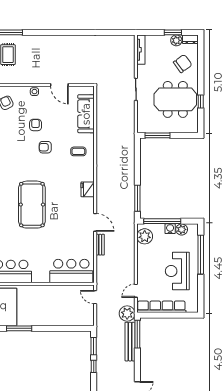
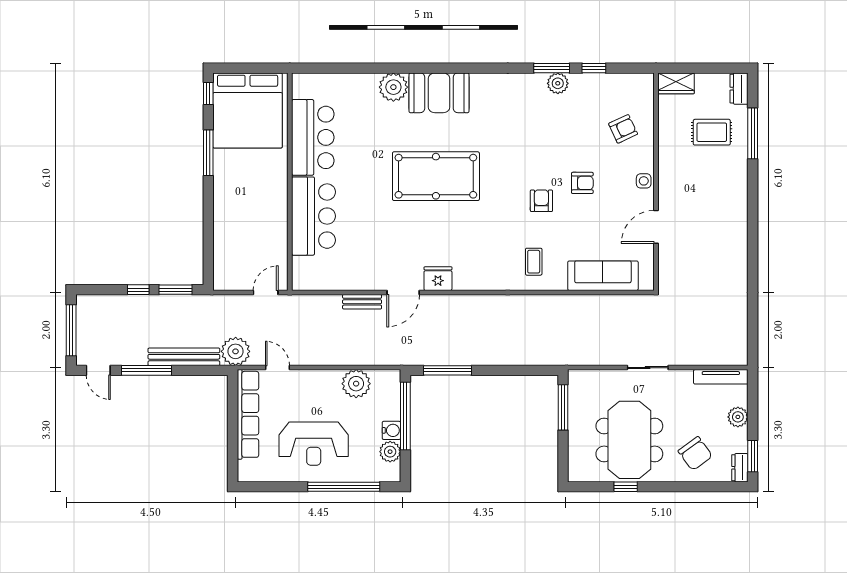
window: (173, 32) -> (753, 456), moved
plant: (176, 40) -> (738, 417), moved
fridge: (88, 189) -> (438, 279), moved
plant: (145, 236) -> (356, 384), moved
bar counter: (71, 271) -> (314, 216), moved
reception desk: (177, 271) -> (314, 444), turned 180
window: (137, 334) -> (146, 370), moved

